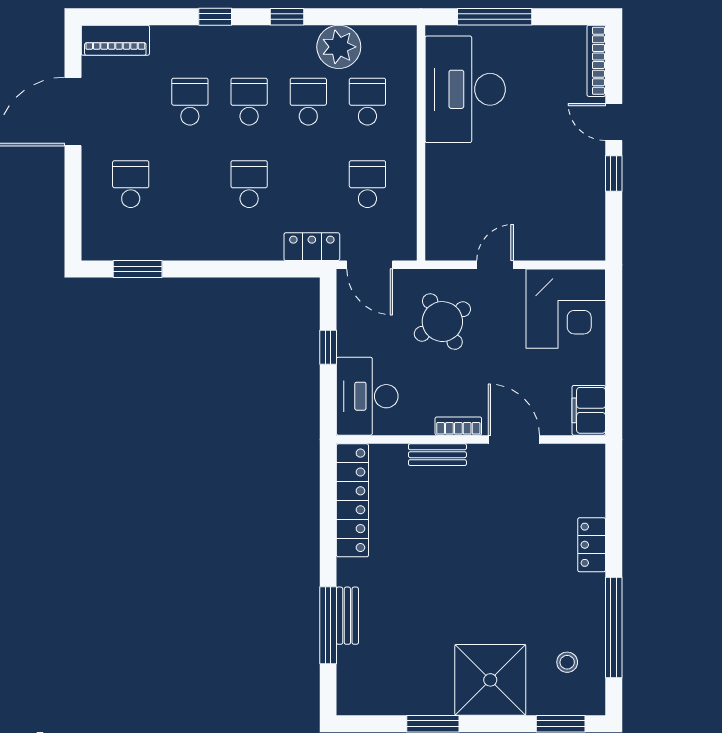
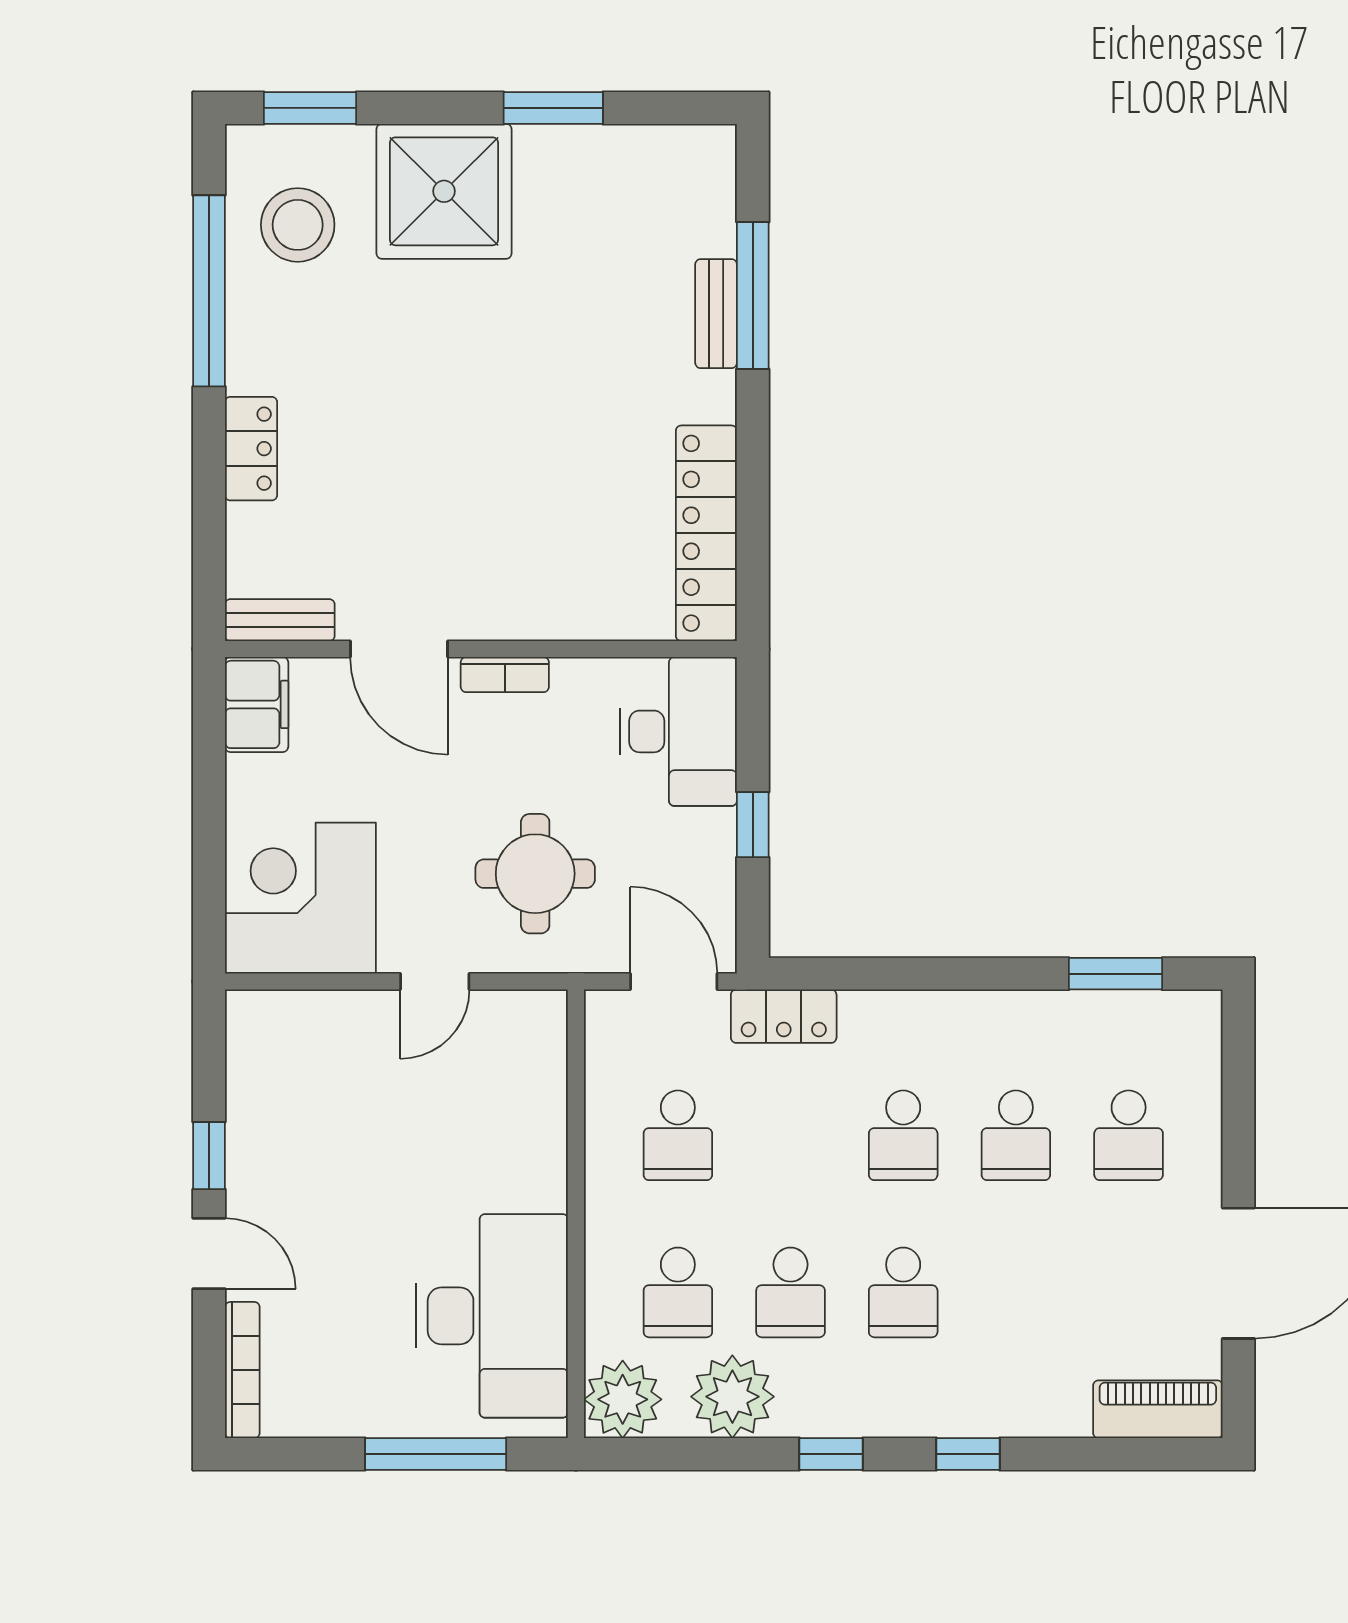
plant: (396, 45) -> (623, 1399), added
school desk: (190, 102) -> (1016, 1135), moved
round table: (442, 322) -> (535, 874), turned 31
bench: (437, 455) -> (280, 620), moved
stool: (567, 662) -> (298, 225), width x1.89, depth x1.89

